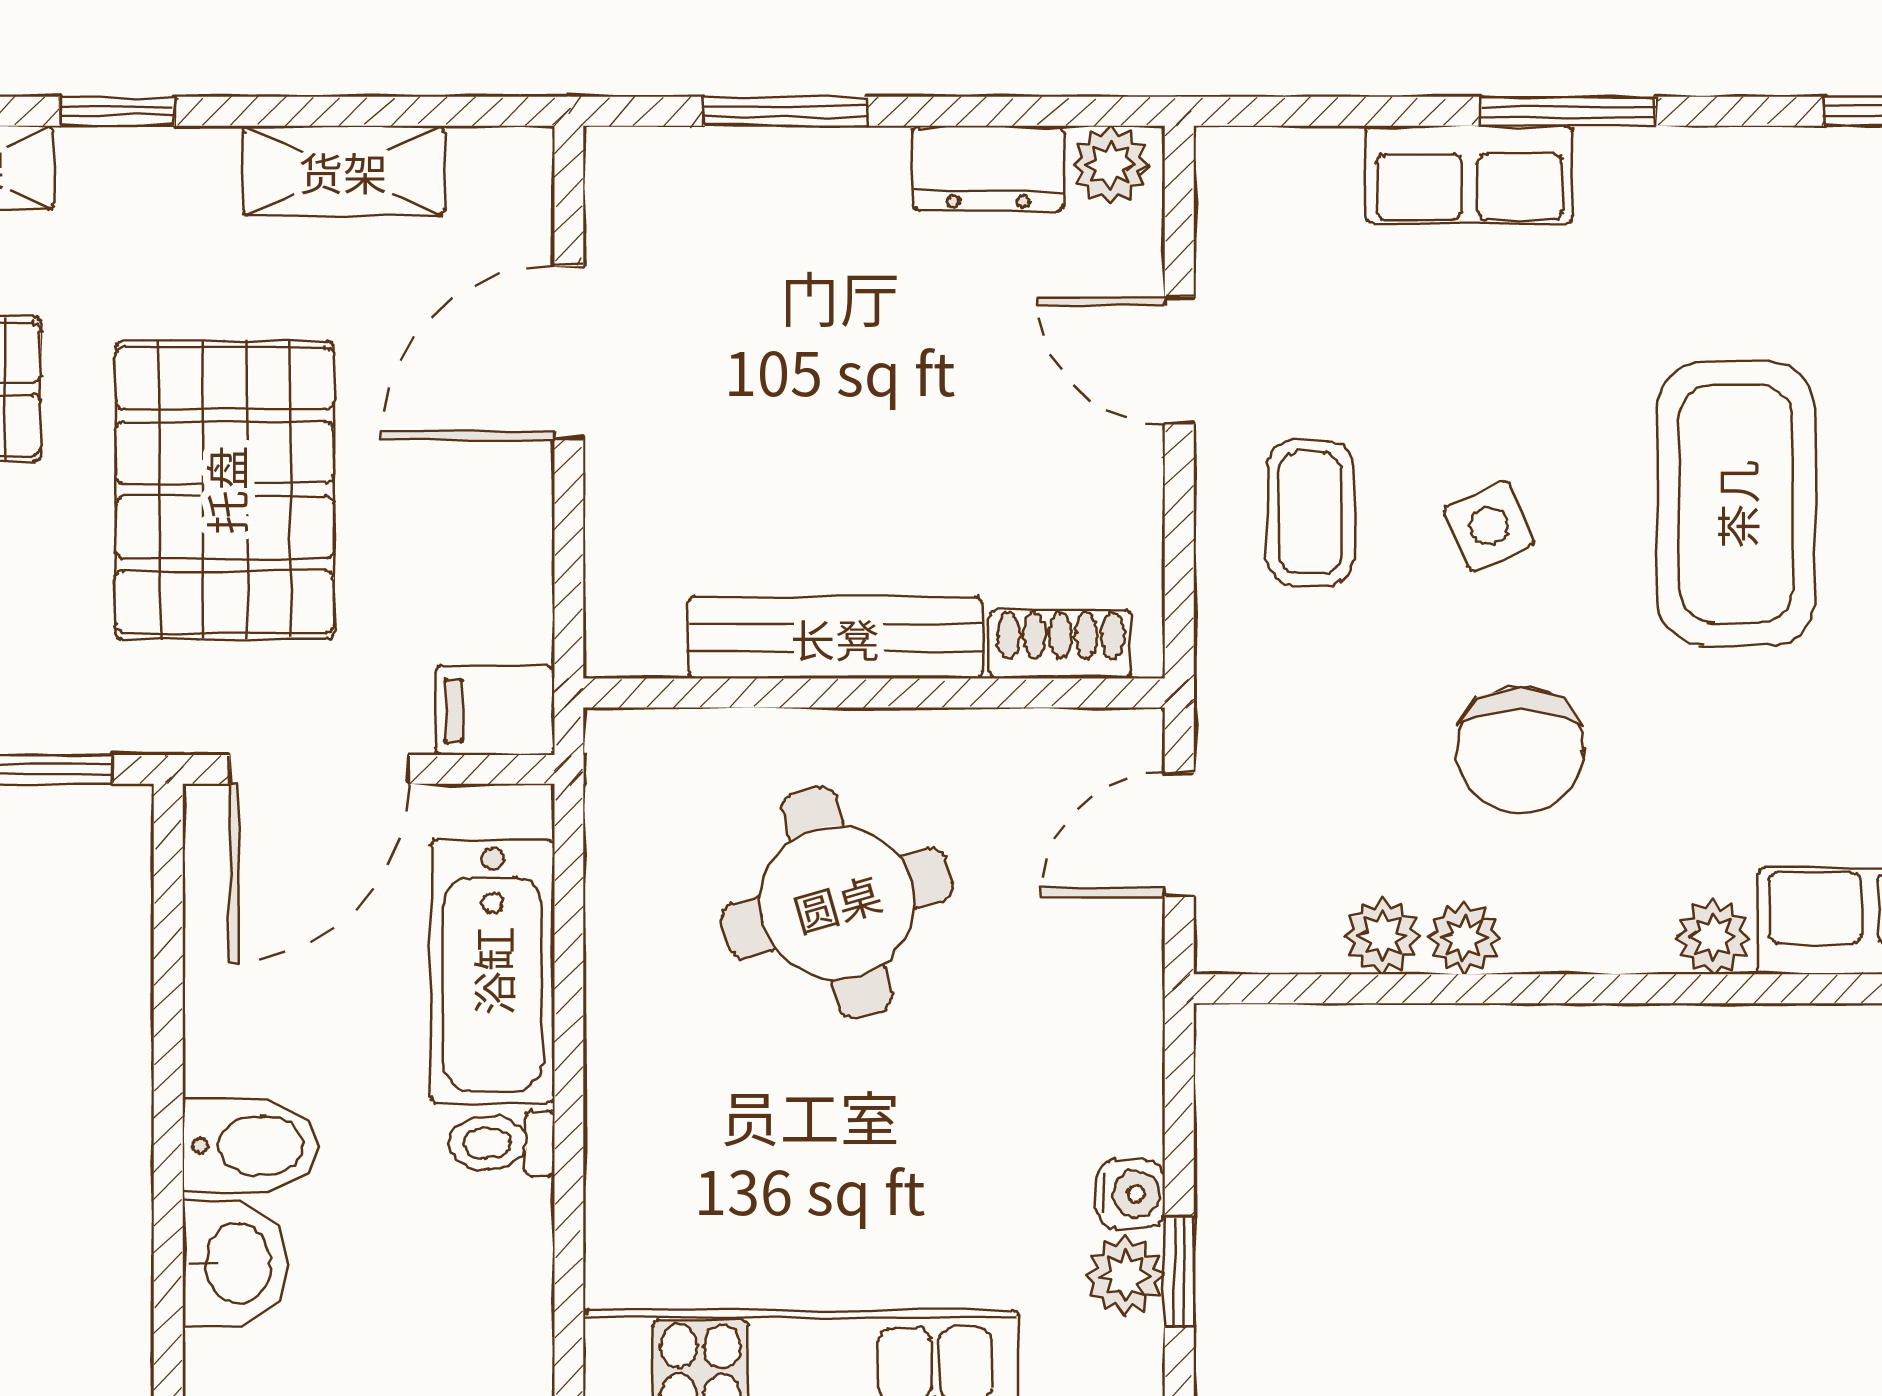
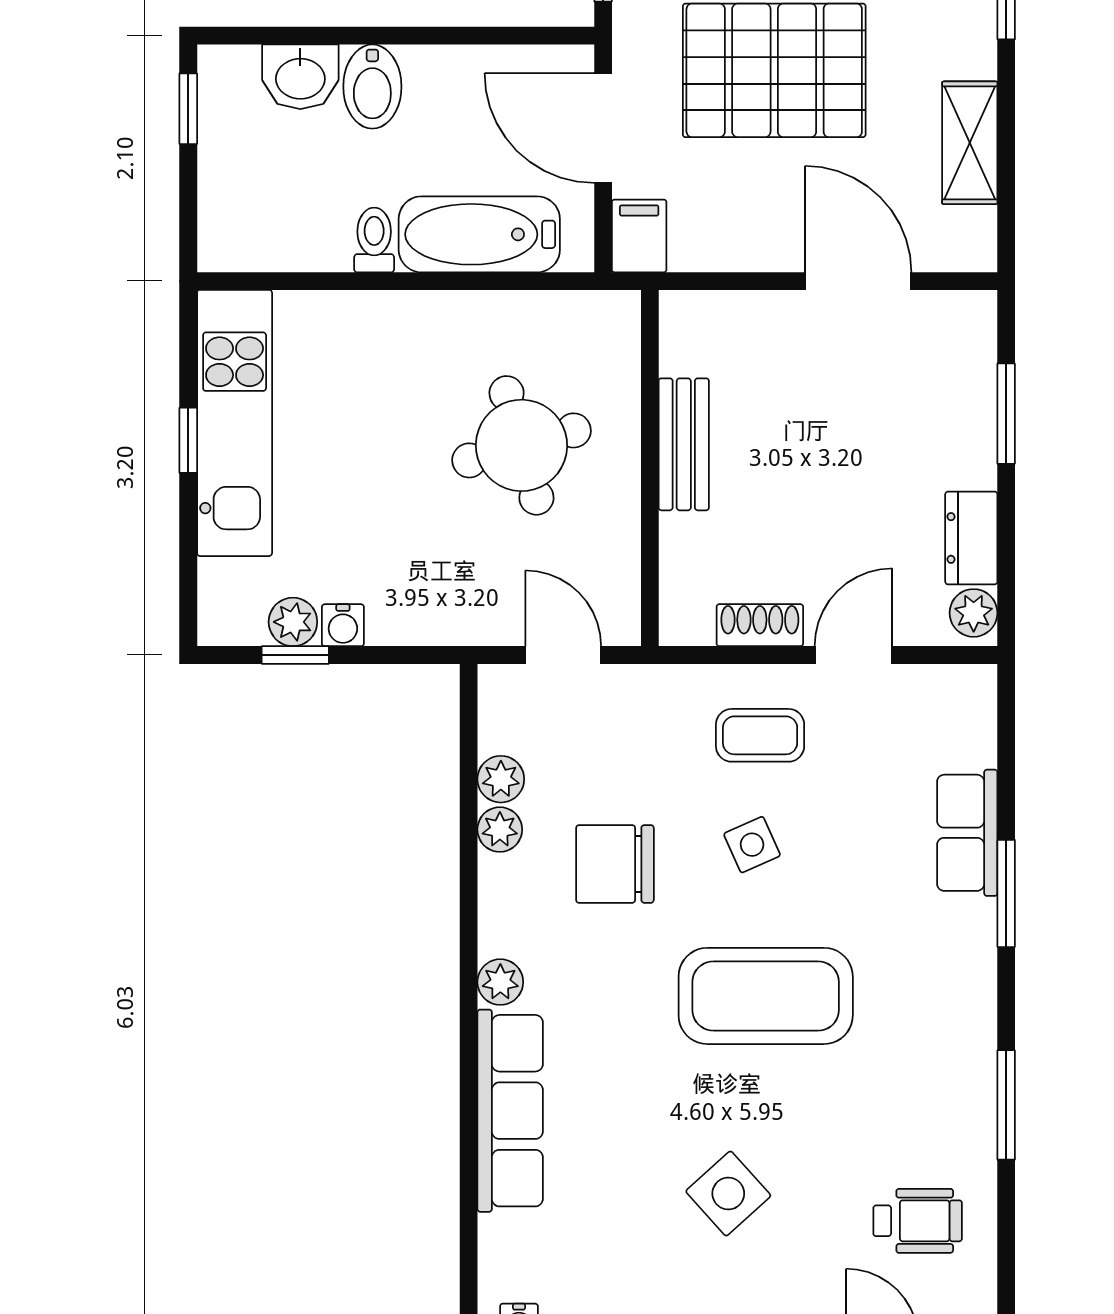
bench: (835, 638) -> (684, 444), width x0.73
shoe rack: (1060, 644) -> (760, 625), moved, turned -90

